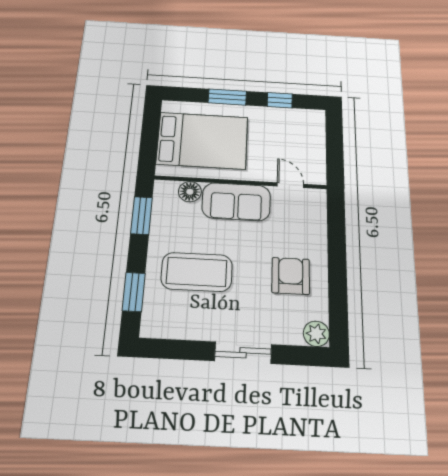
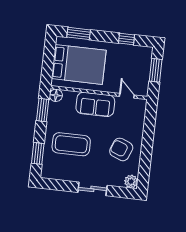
window: (227, 97) -> (79, 33), moved
window: (334, 144) -> (156, 70), added
floor lamp: (190, 192) -> (56, 95), moved
armchair: (291, 276) -> (121, 149), turned -69

